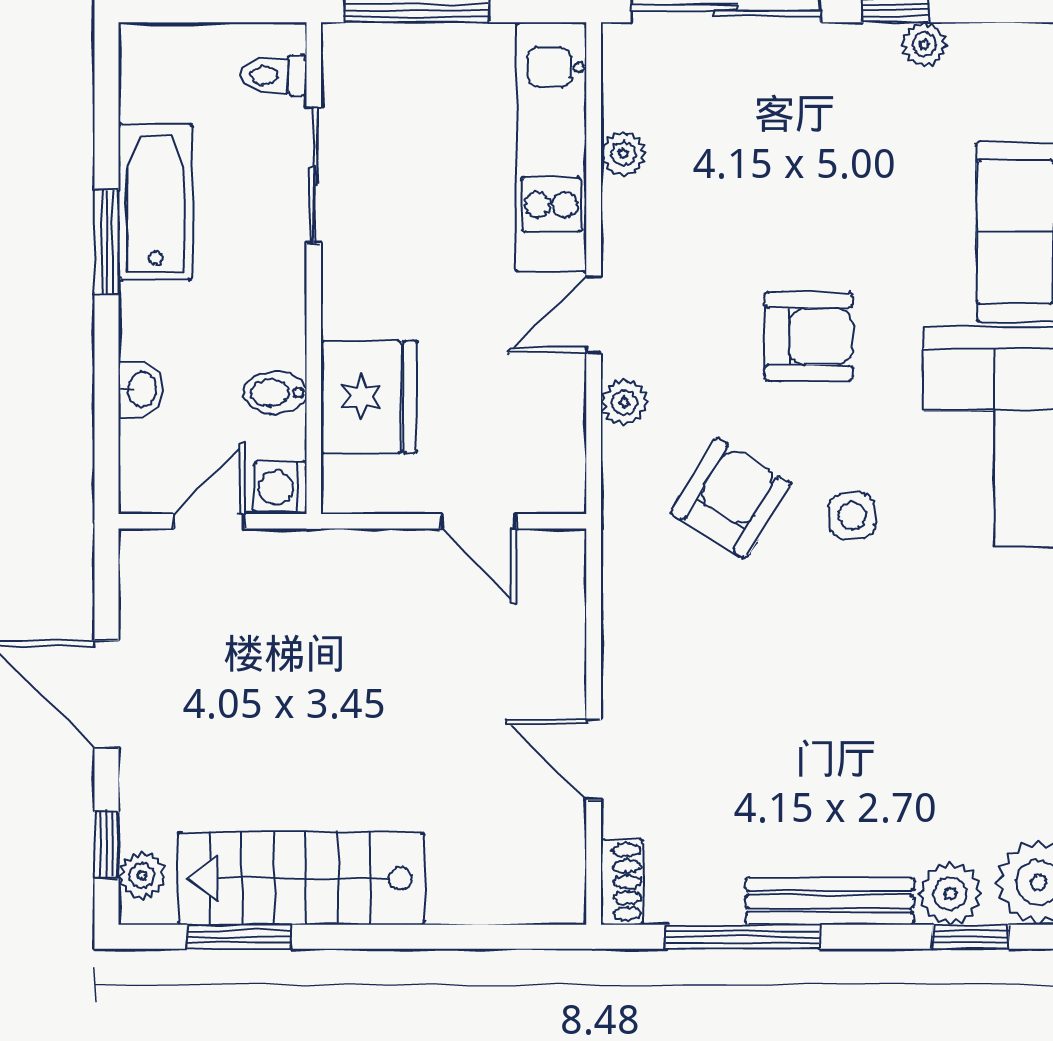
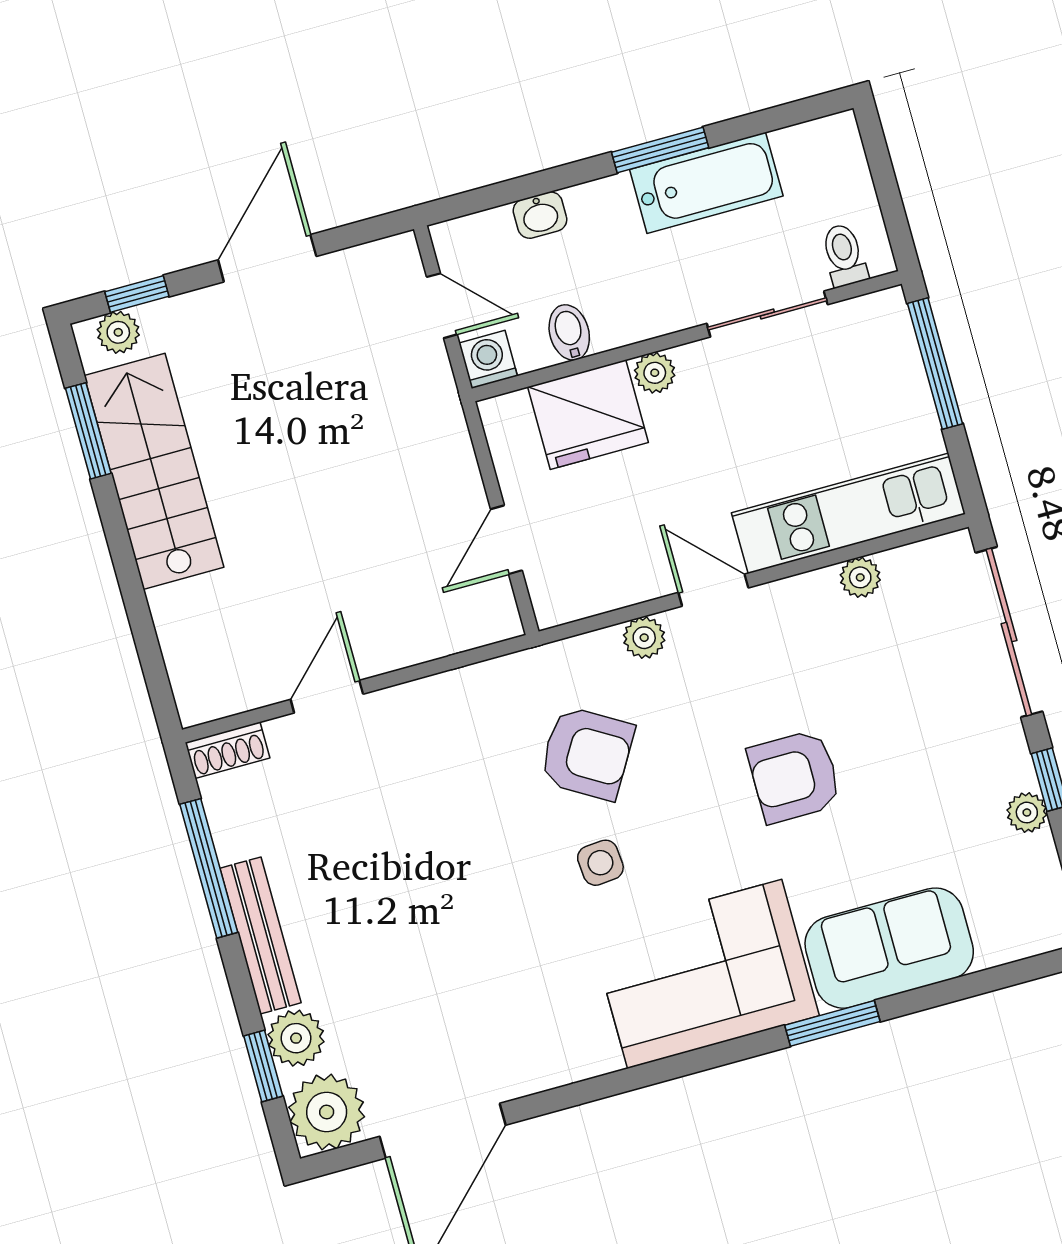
plant: (344, 313) -> (655, 373), added
armchair: (809, 337) -> (794, 776), moved, turned 90

